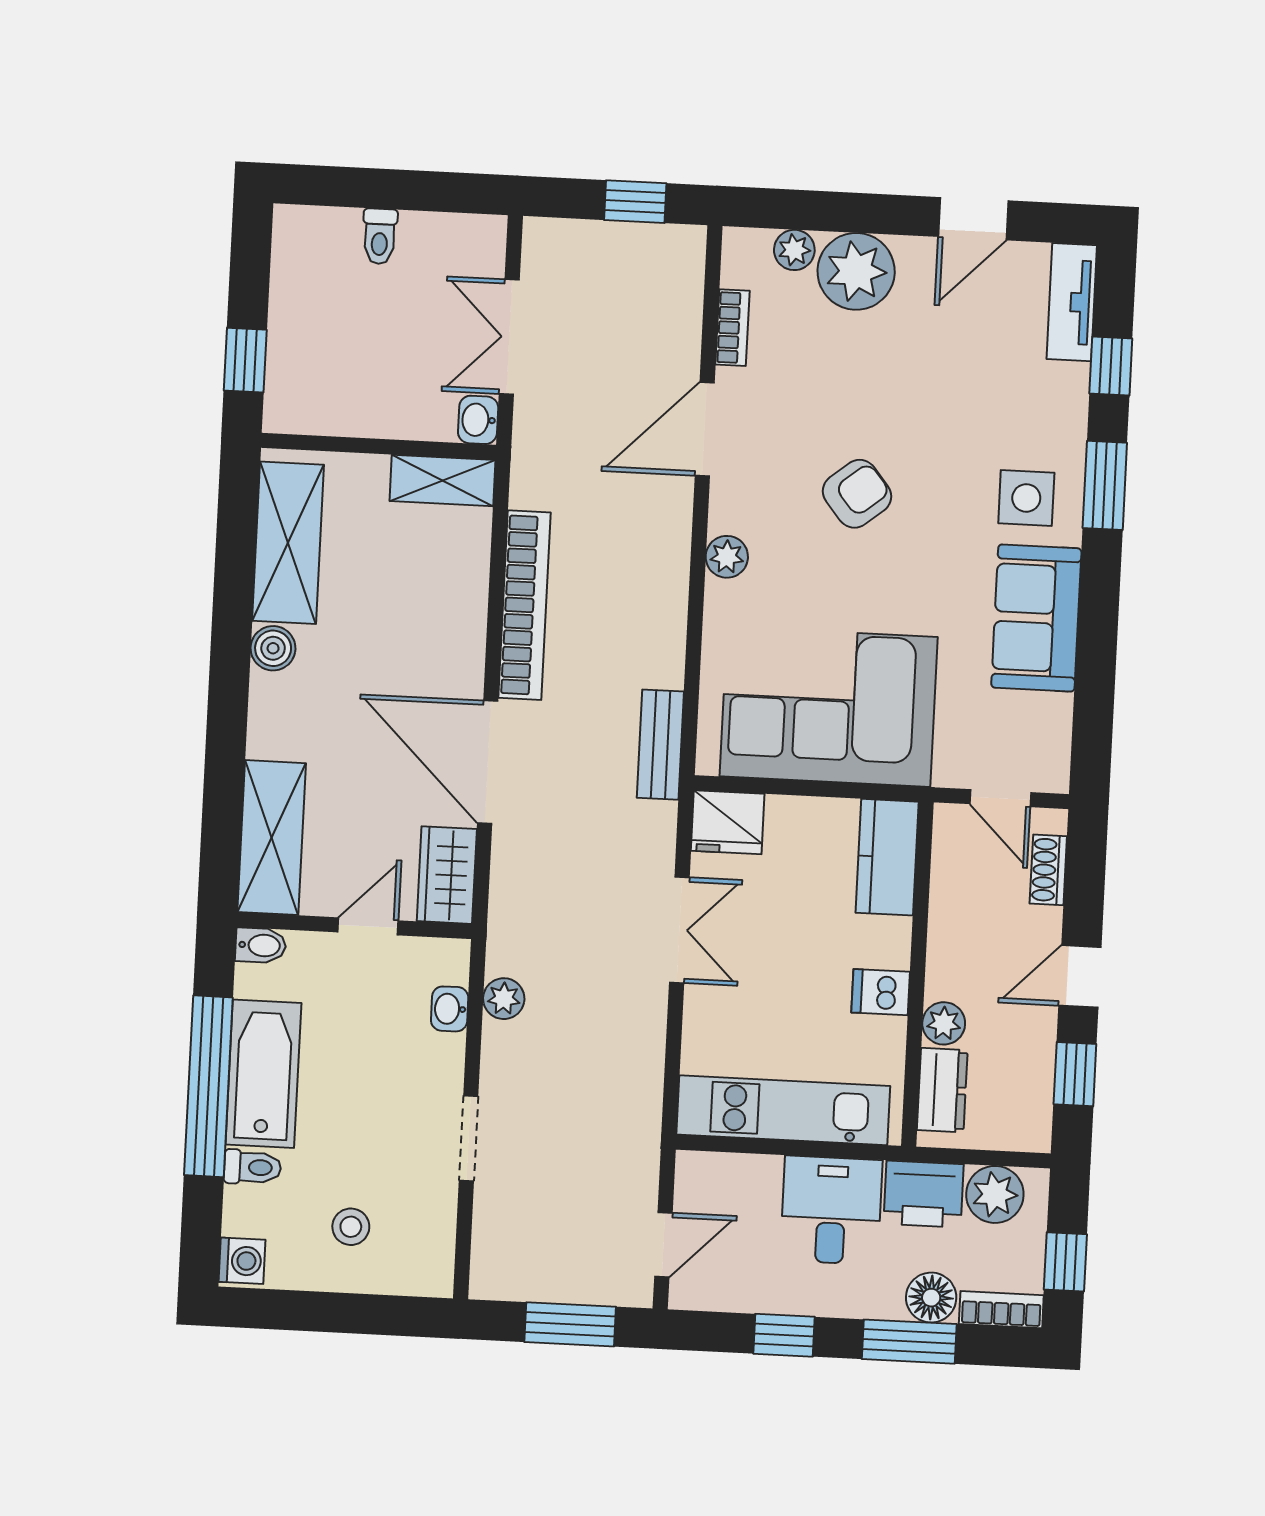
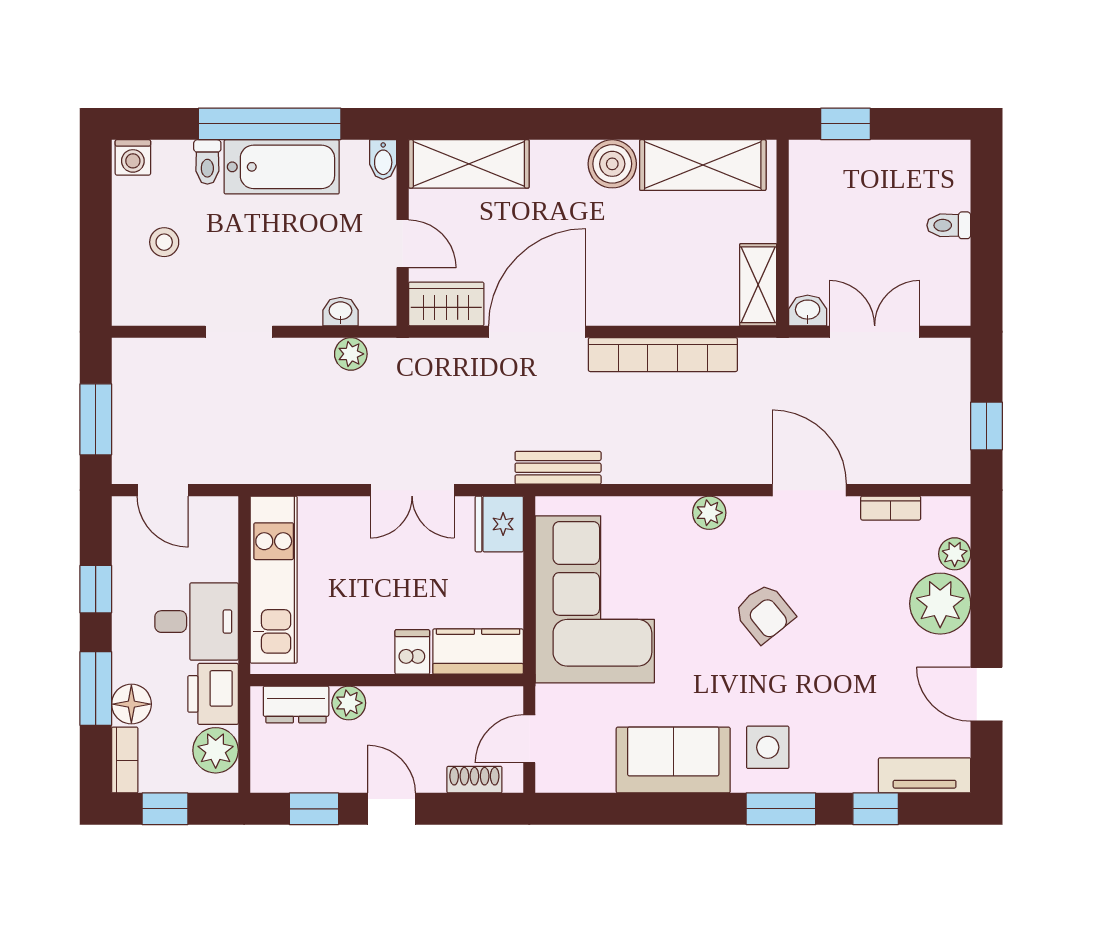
boiler: (273, 648) -> (612, 164), width x1.36, depth x1.36
dishwasher: (881, 992) -> (412, 652), moved

